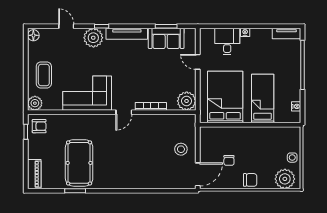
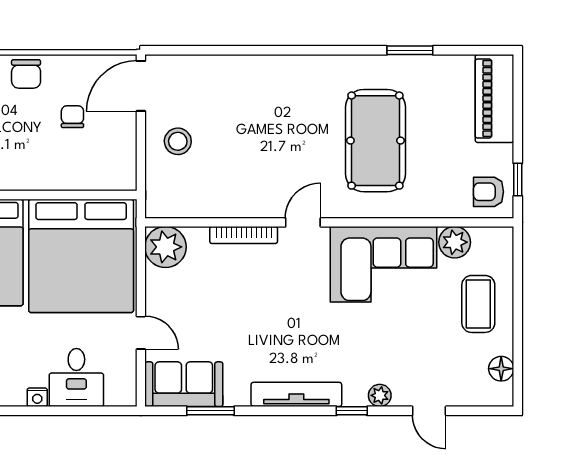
floor lamp: (33, 35) -> (501, 369), moved
plant: (93, 38) -> (380, 395), width x0.53, depth x0.53
sofa: (166, 38) -> (184, 384), moved
bed: (225, 97) -> (81, 256), width x1.36
plant: (35, 103) -> (455, 242), moved
pool table: (79, 163) -> (375, 141), moved
piano: (34, 174) -> (494, 98), width x1.37, depth x1.33
chair: (250, 180) -> (26, 74), turned -90

